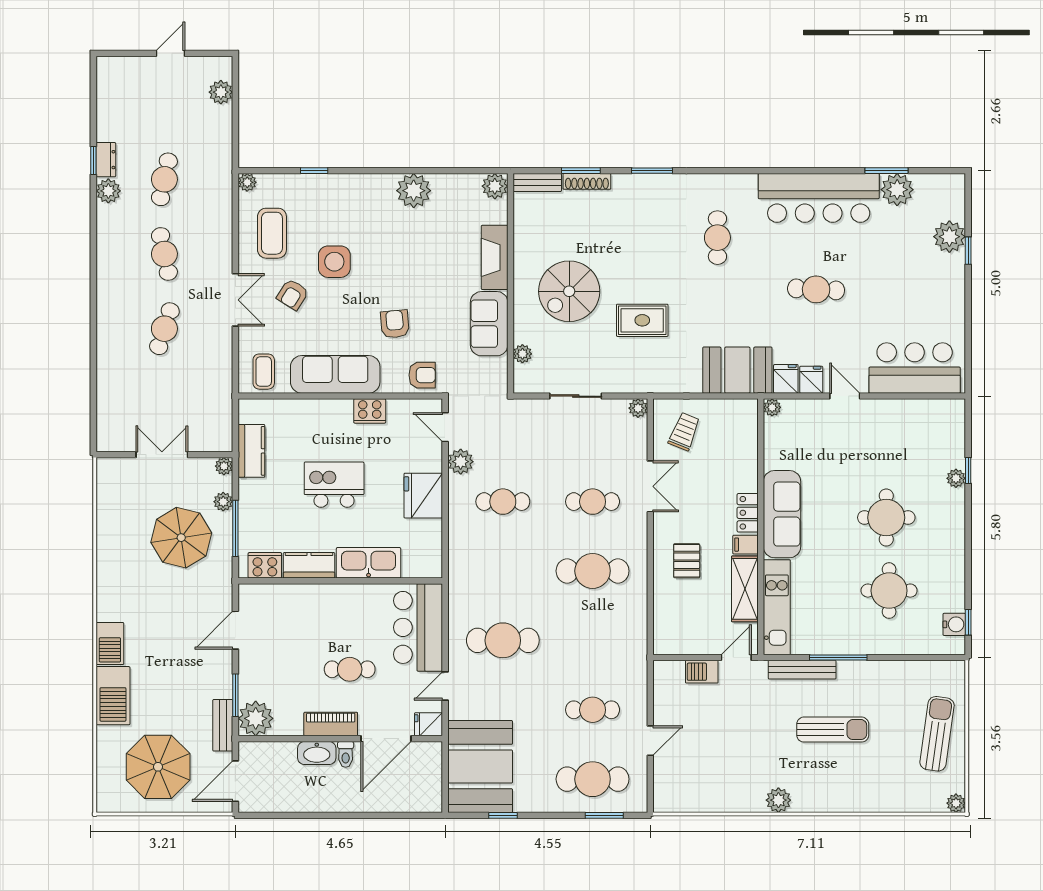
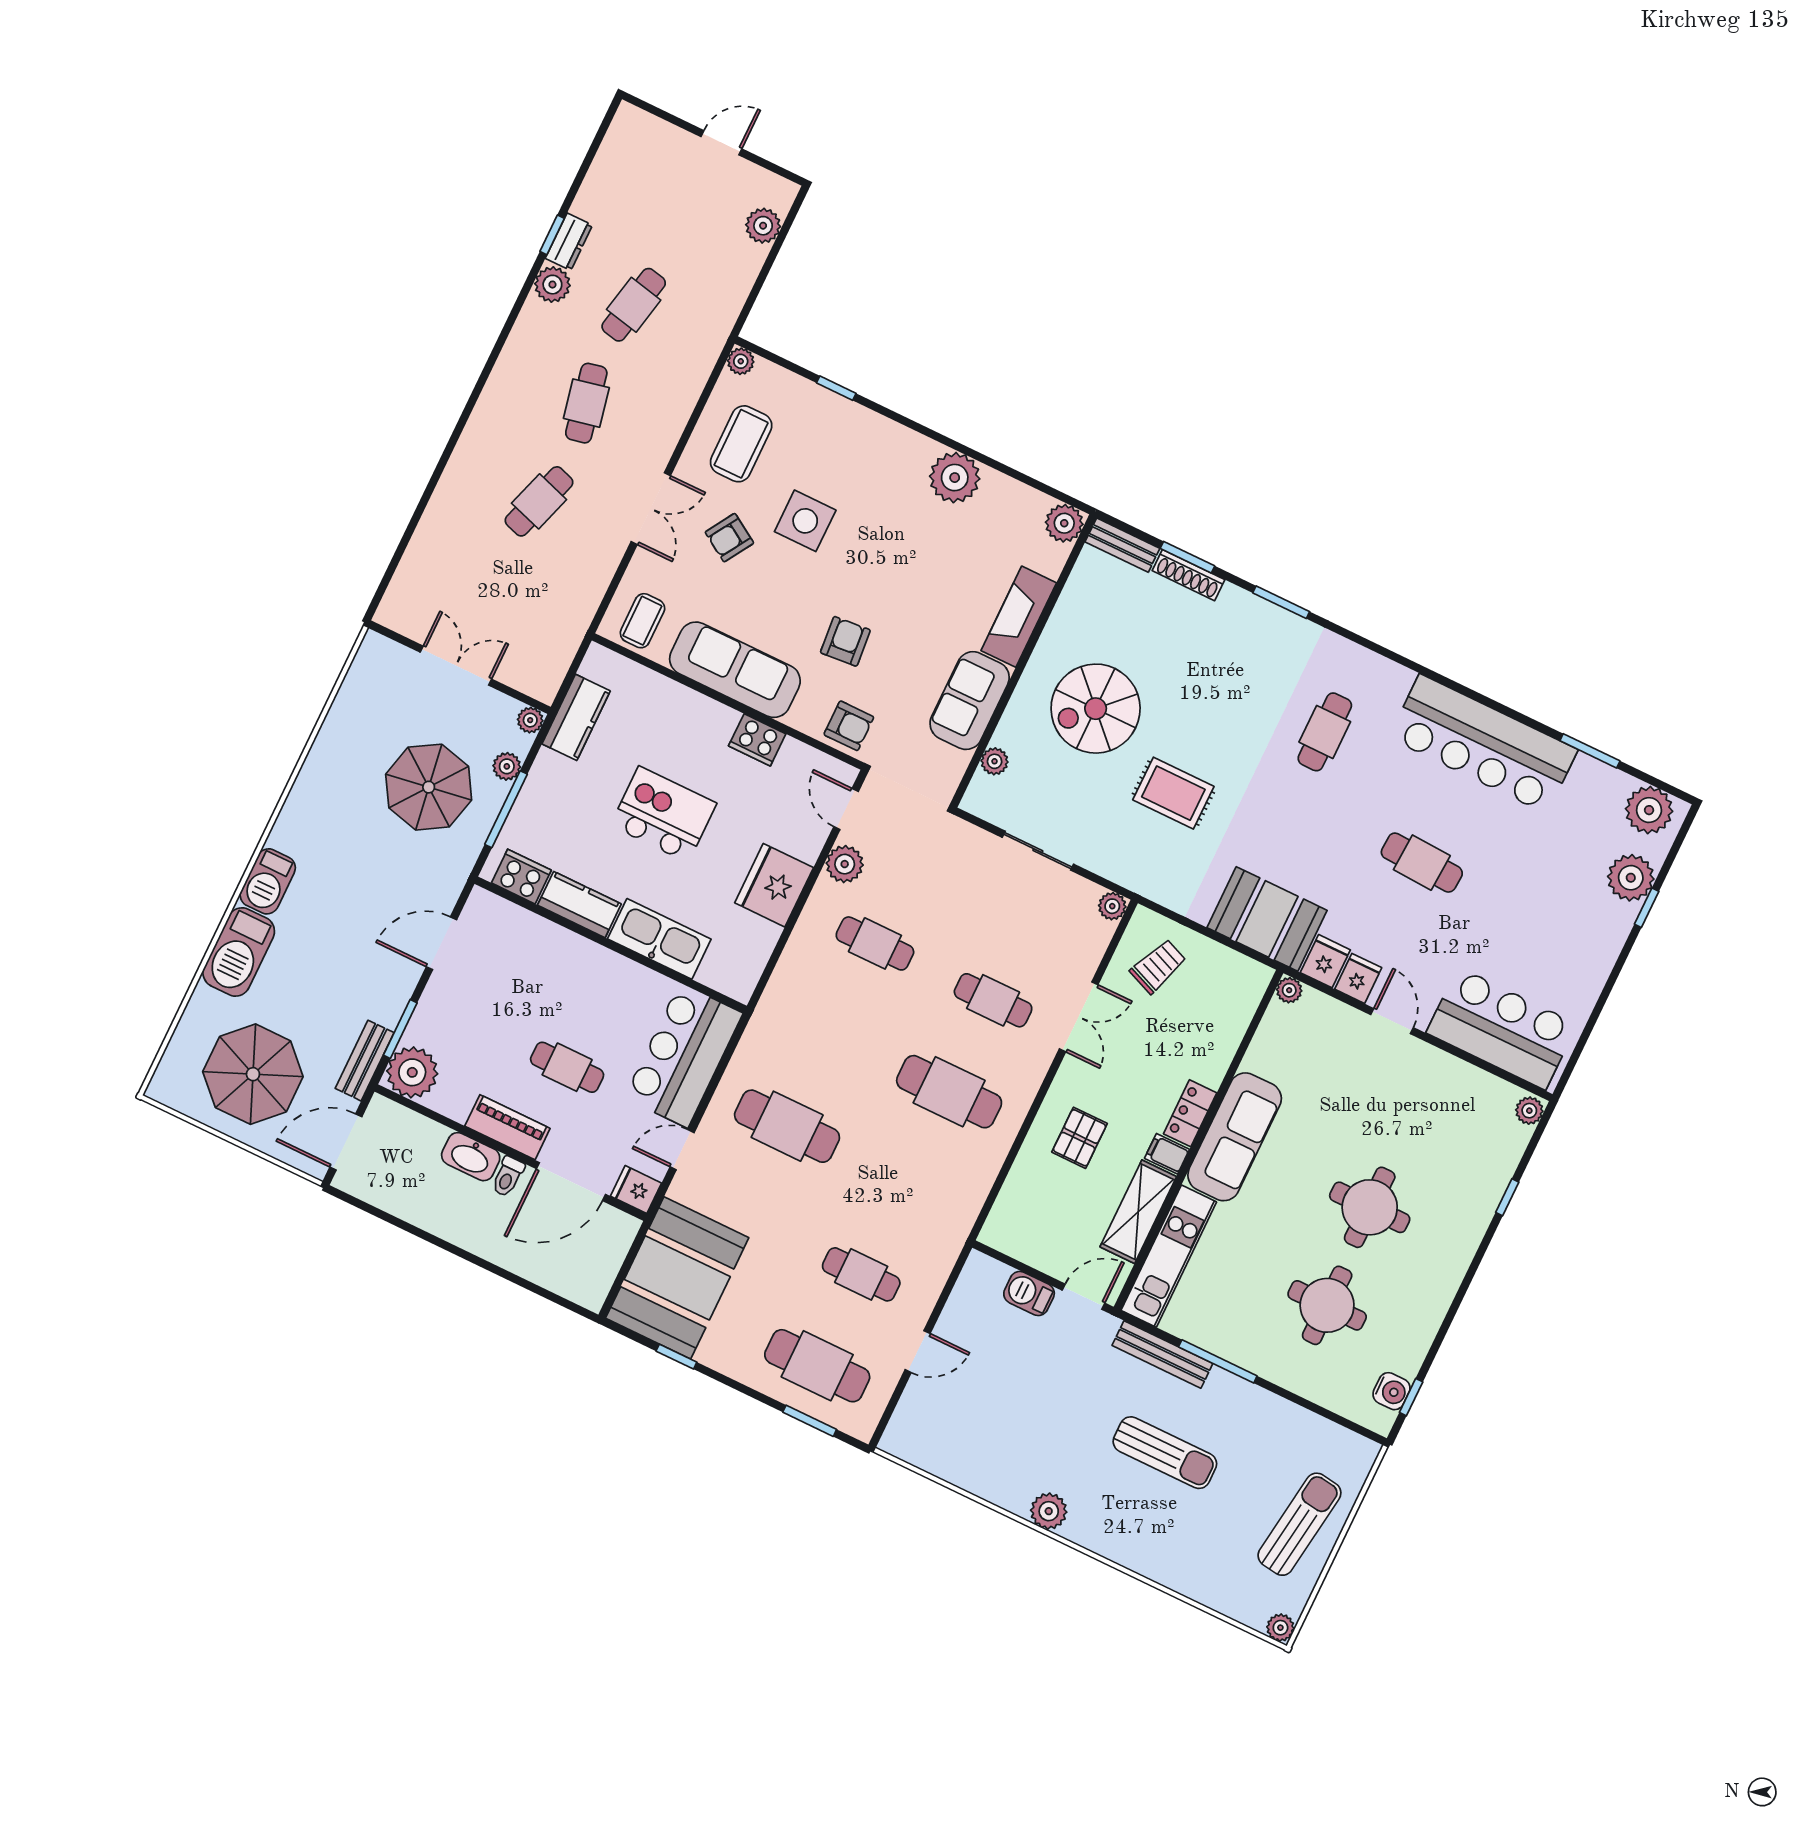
plant: (897, 190) -> (1649, 810), moved
plant: (956, 478) -> (1529, 1111), moved

